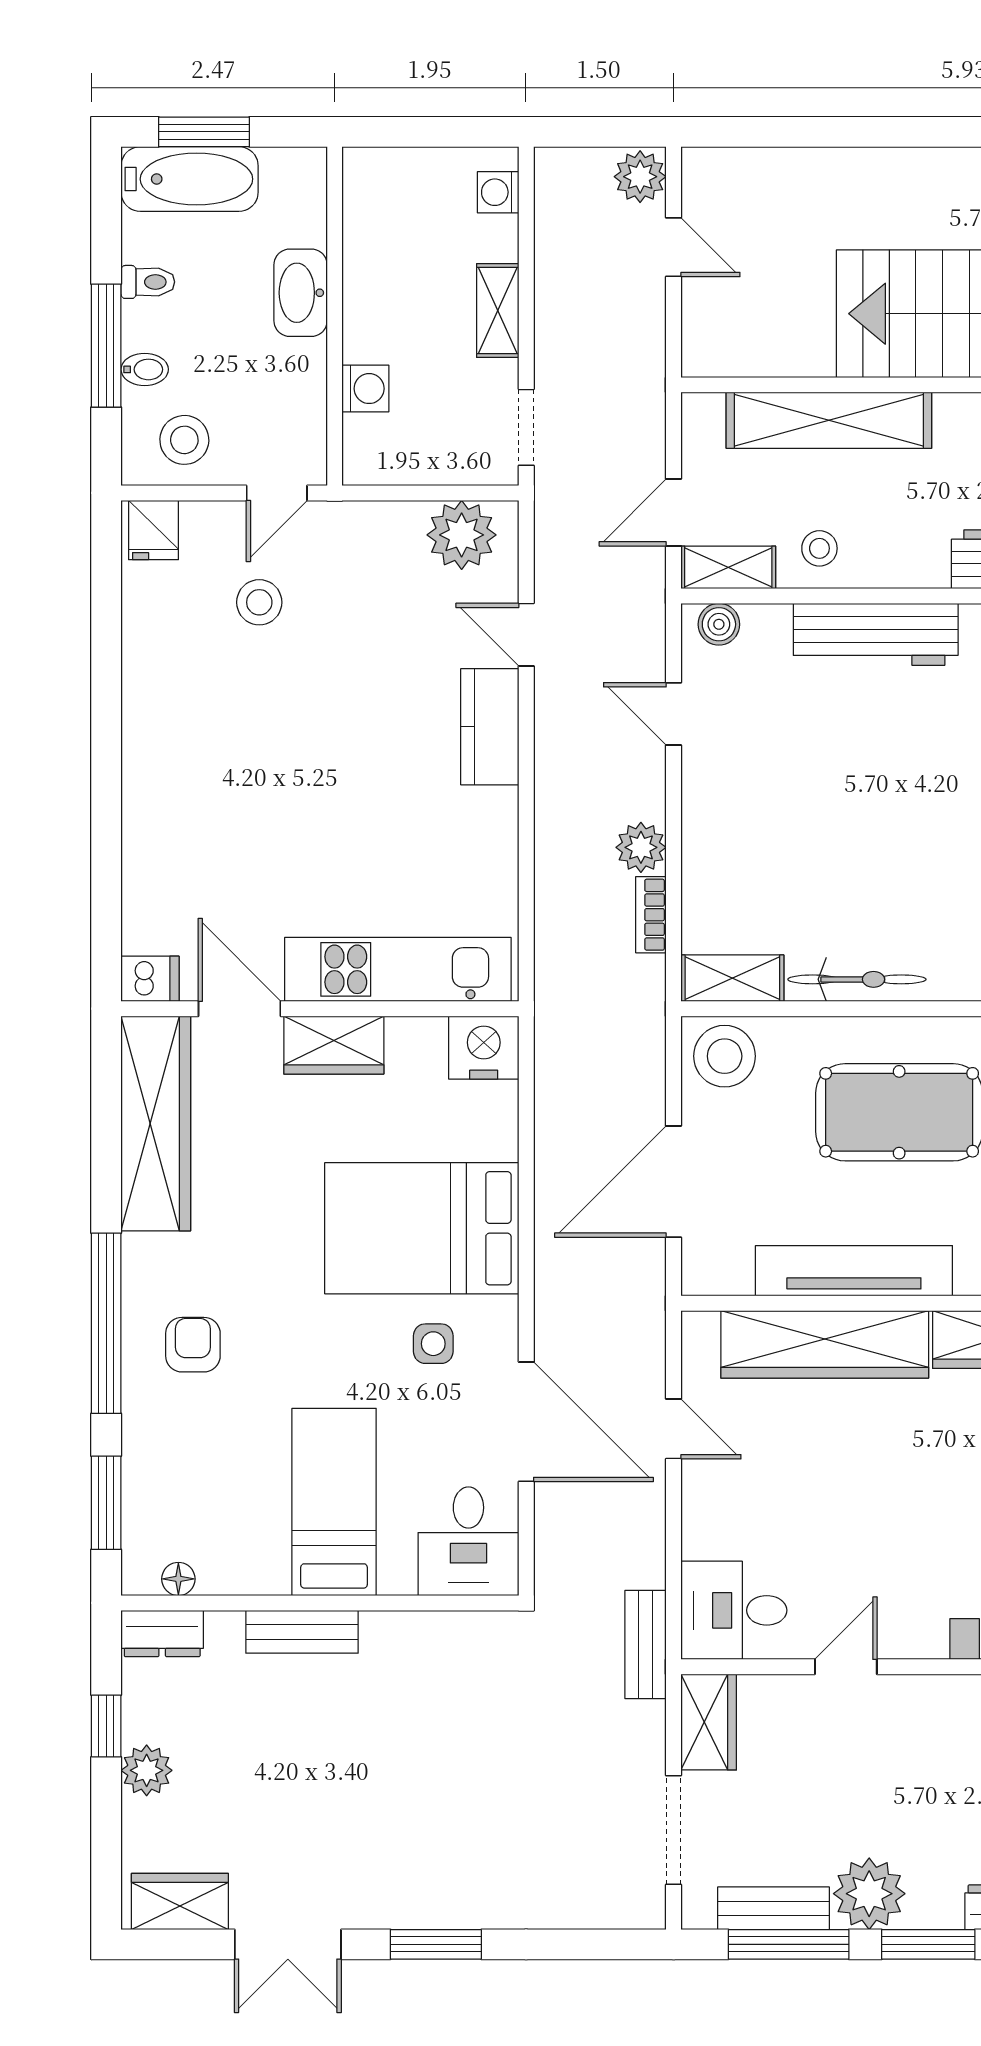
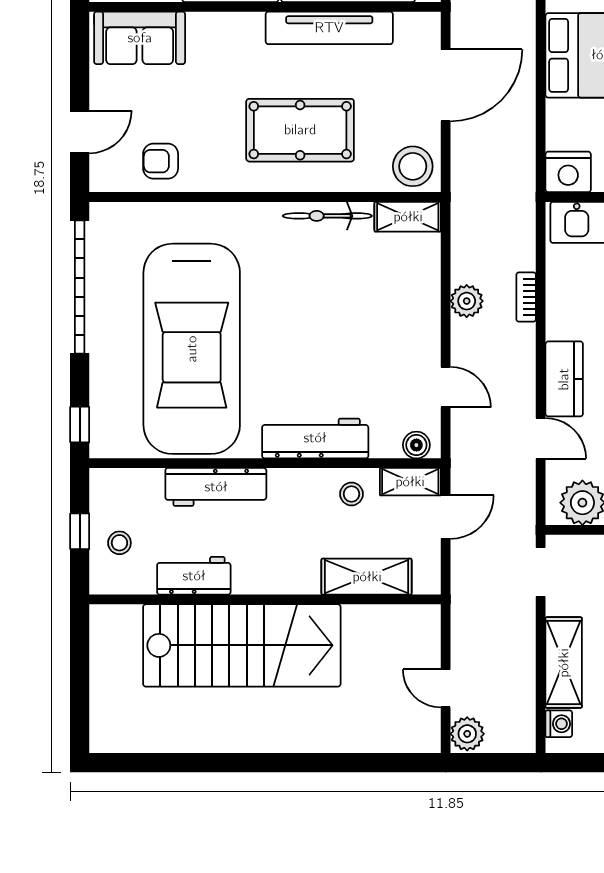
shelving: (498, 311) -> (564, 663), width x1.50, depth x1.33
shelving: (829, 420) -> (367, 577), width x0.68
bookcase: (651, 915) -> (526, 297), moved, turned 180

